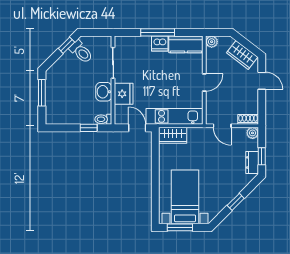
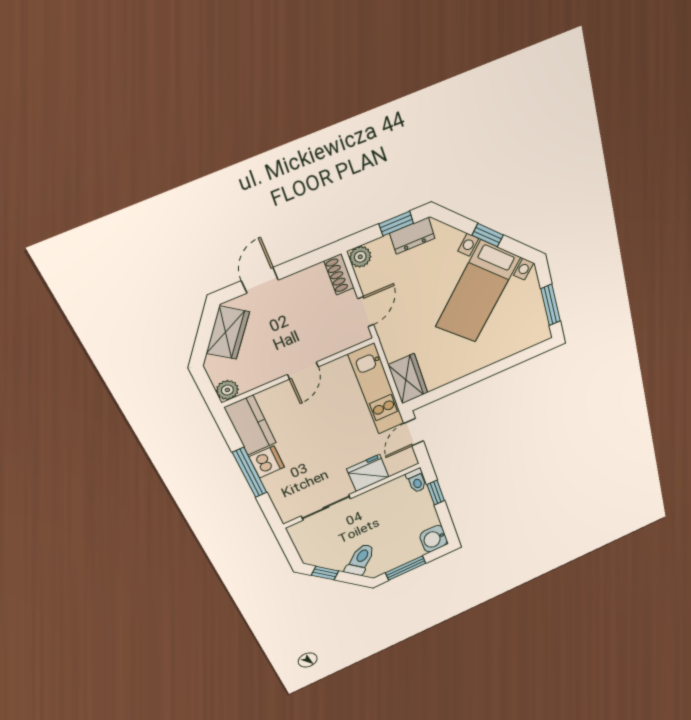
toilet: (81, 52) -> (360, 560), moved
door: (204, 83) -> (303, 371), swing flipped
washbasin: (104, 92) -> (434, 539), moved, turned 90
bed with nightstands: (185, 197) -> (478, 292), moved, turned -45

